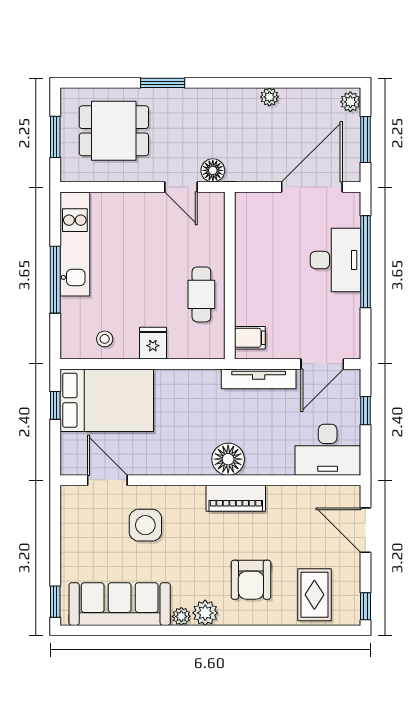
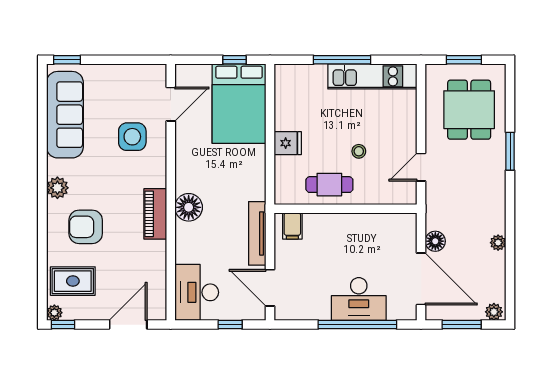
floor lamp: (213, 170) -> (435, 241), moved
stool: (105, 339) -> (359, 151), moved
plant: (181, 616) -> (54, 313), moved

